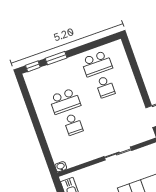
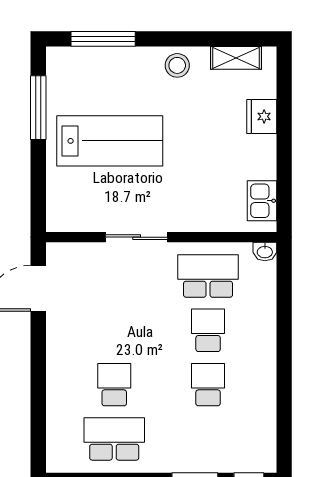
school desk: (65, 101) -> (208, 385), width x0.54
school desk: (81, 148) -> (208, 276), added

